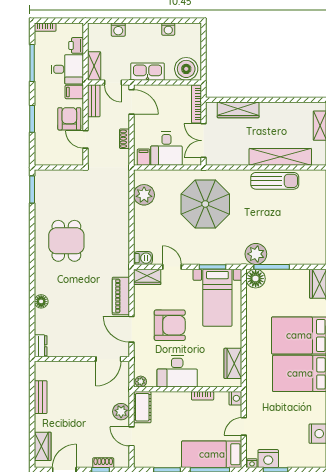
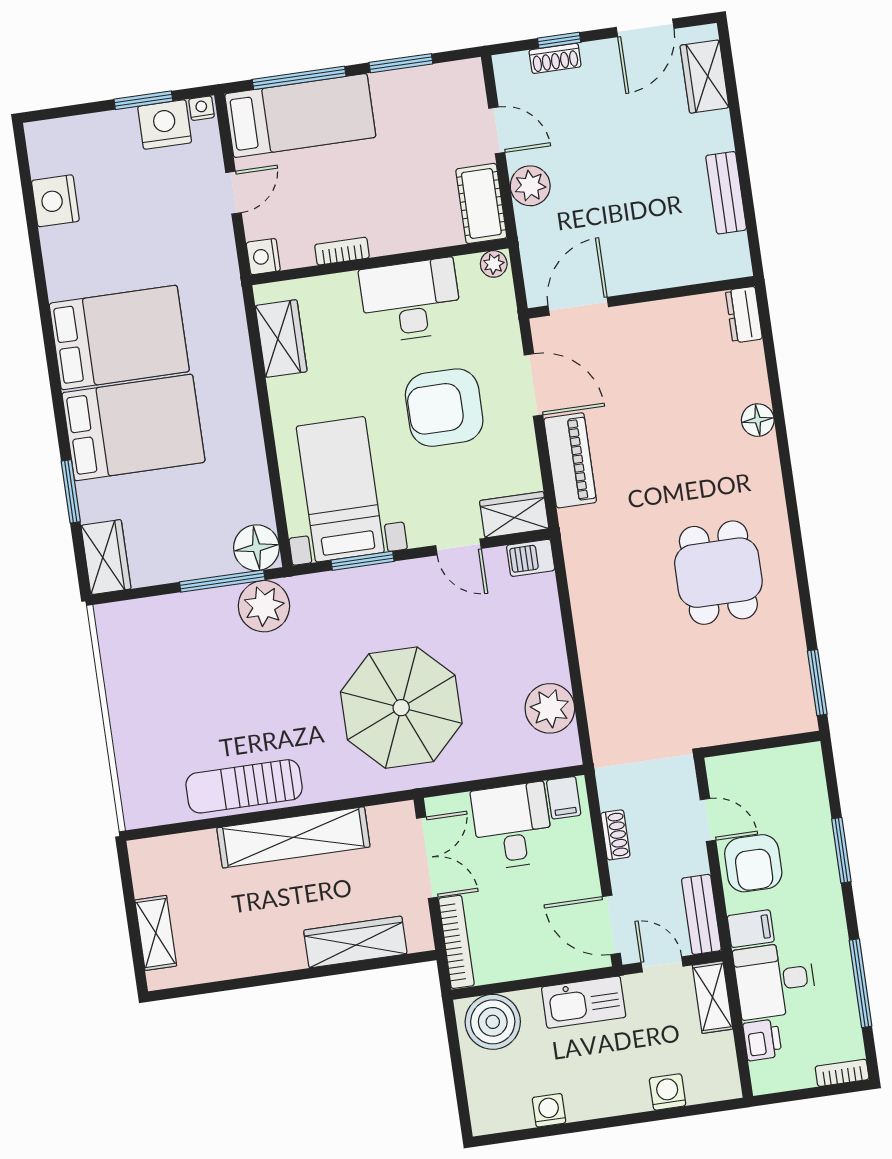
shelving: (280, 157) -> (293, 837), moved

